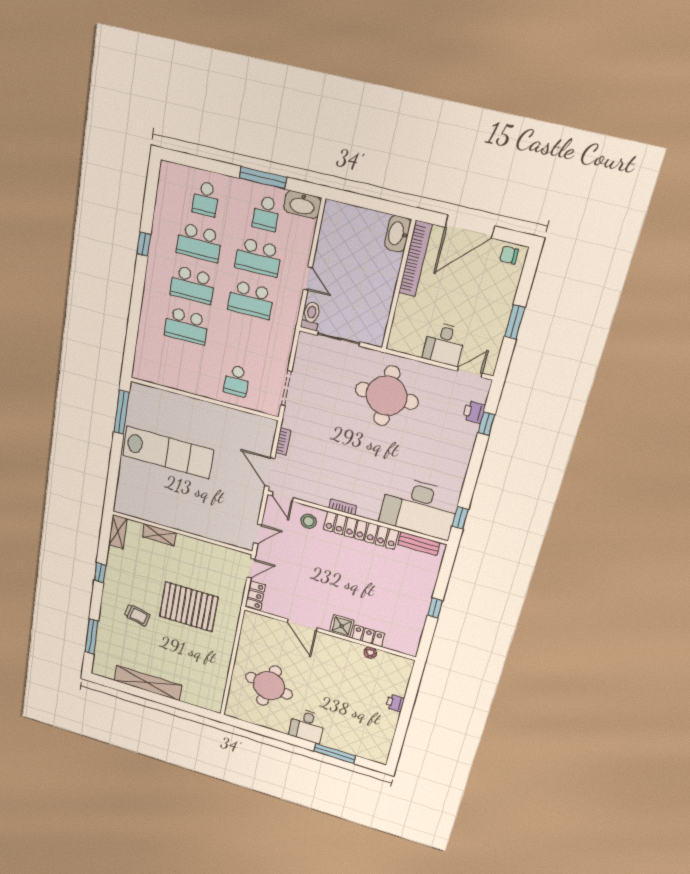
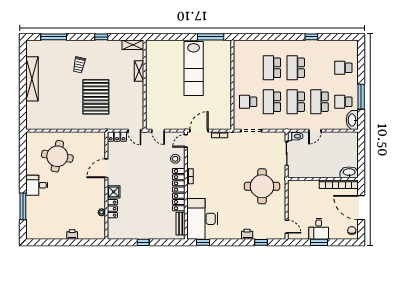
school desk: (199, 243) -> (272, 102), moved
desk: (444, 344) -> (319, 229), moved, turned -90
printer: (474, 412) -> (247, 234), moved

